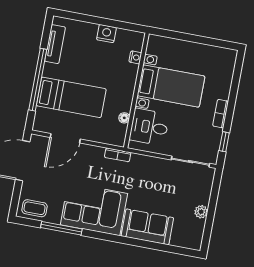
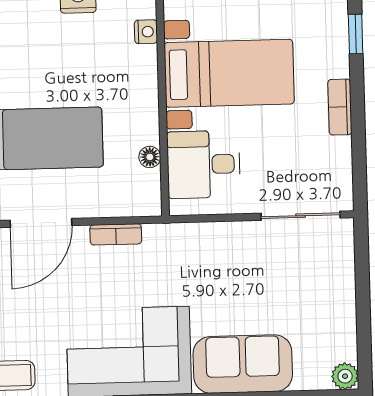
window: (224, 142) -> (356, 34), moved
bookcase: (118, 155) -> (116, 234), moved
plant: (201, 212) -> (345, 376), moved

